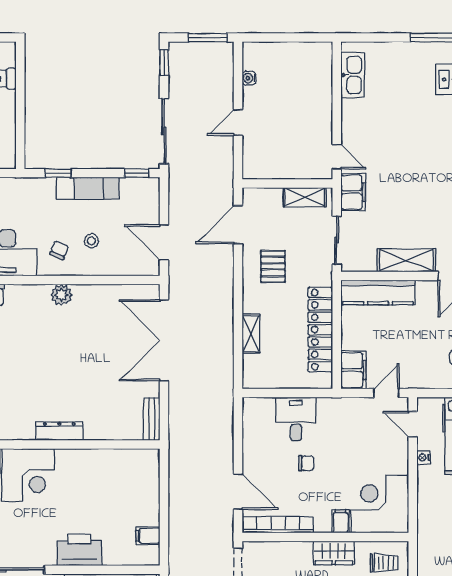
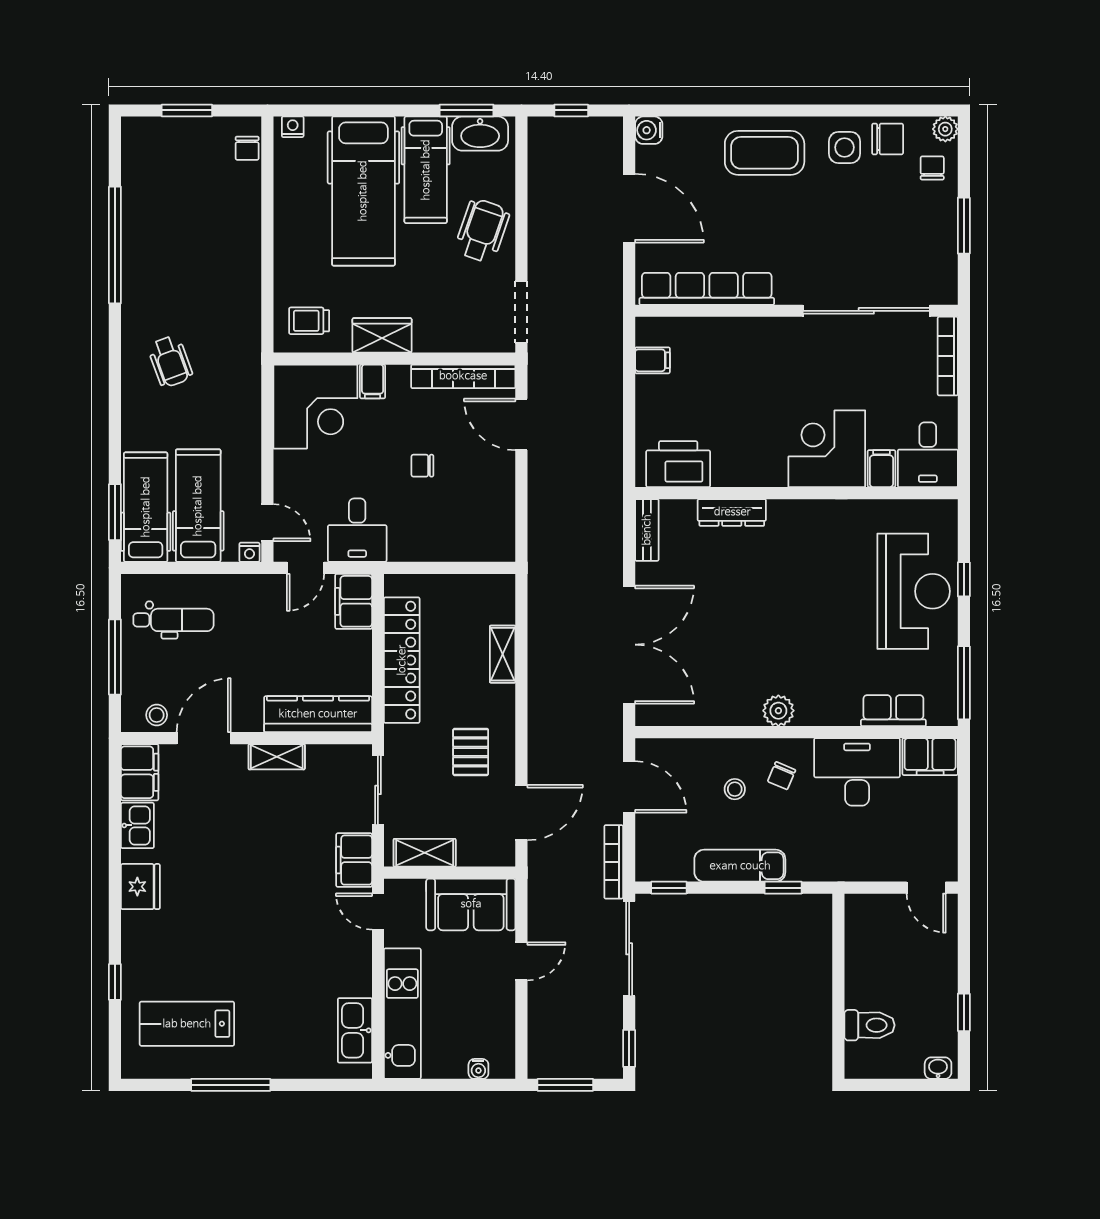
water cooler: (249, 78) -> (478, 1069), moved, turned 90
kitchen unit: (320, 86) -> (402, 1014), added
sofa: (273, 162) -> (471, 904), added
bookcase: (175, 191) -> (614, 862), added
shelving: (406, 260) -> (277, 757), width x0.67, depth x0.75
desk: (296, 419) -> (357, 530), moved
dresser: (59, 431) -> (732, 512), moved
nightstand: (423, 458) -> (249, 552), moved, turned 90
printer: (79, 550) -> (678, 464), moved, turned 180

